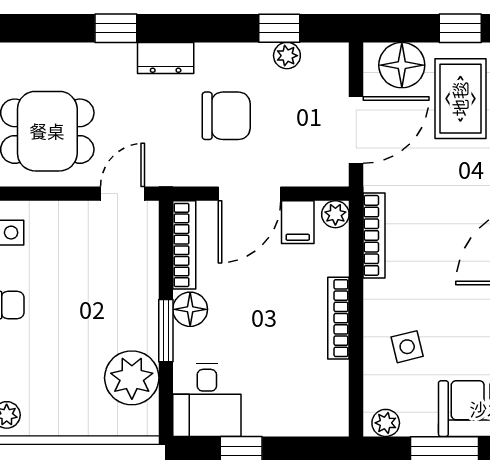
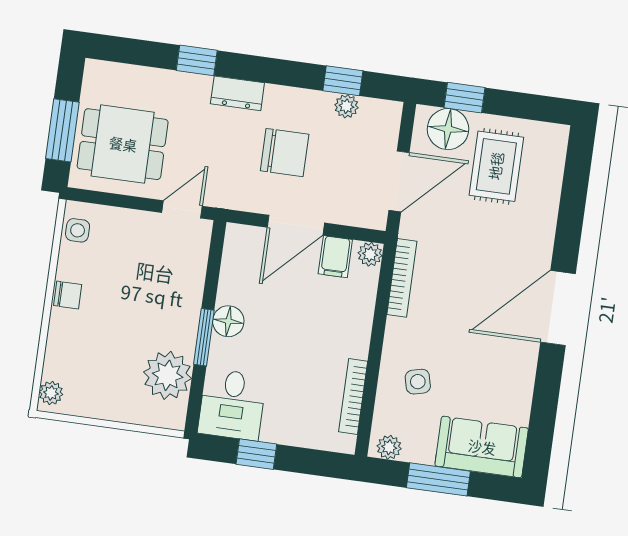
window: (460, 28) -> (464, 98), moved
bookcase: (184, 245) -> (231, 263), removed
bookcase: (338, 318) -> (353, 396), moved

